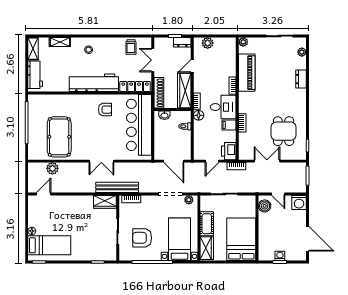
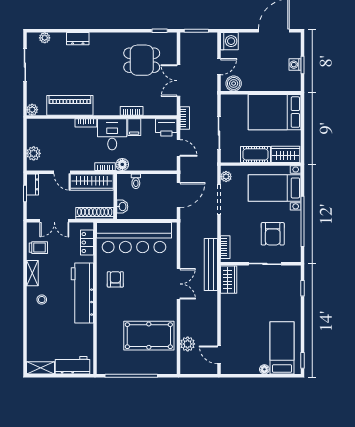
shelving: (60, 42) -> (32, 273), moved
locker: (135, 87) -> (87, 243), width x0.66

